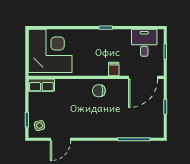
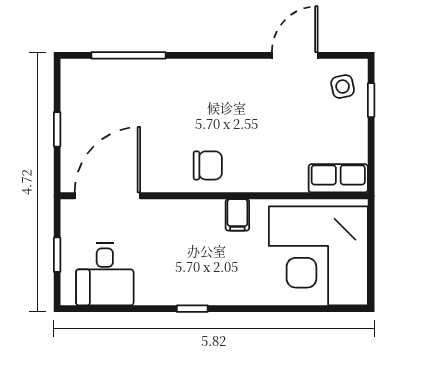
filing cabinet: (114, 69) -> (237, 215), moved

